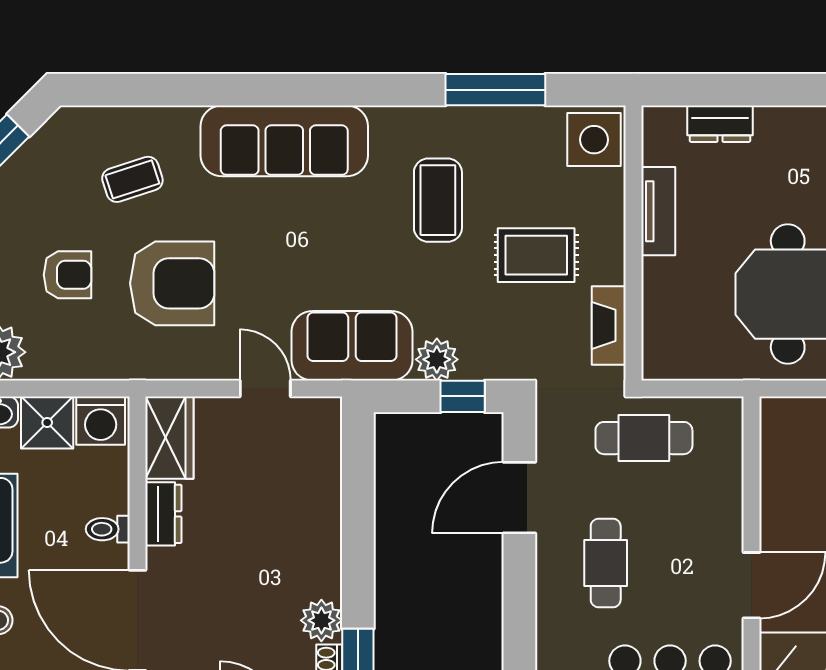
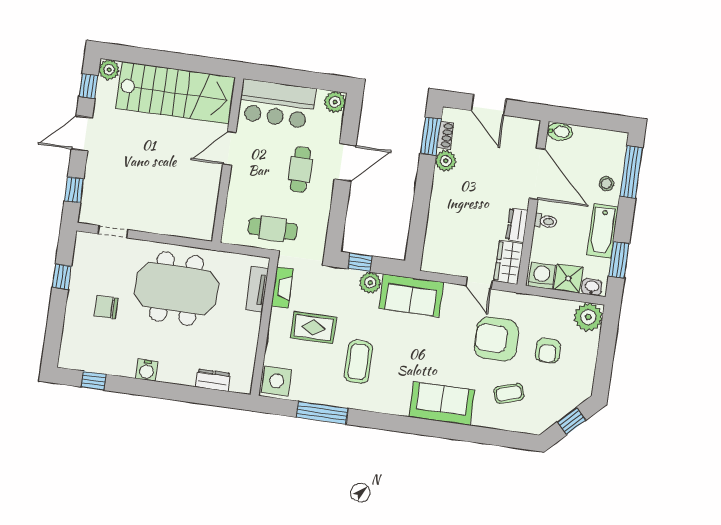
sofa: (284, 141) -> (442, 404), width x0.73
tv unit: (658, 211) -> (257, 289), moved
armchair: (68, 275) -> (548, 351), turned -90
door: (265, 389) -> (479, 283), moved
door: (519, 498) -> (345, 162), moved

